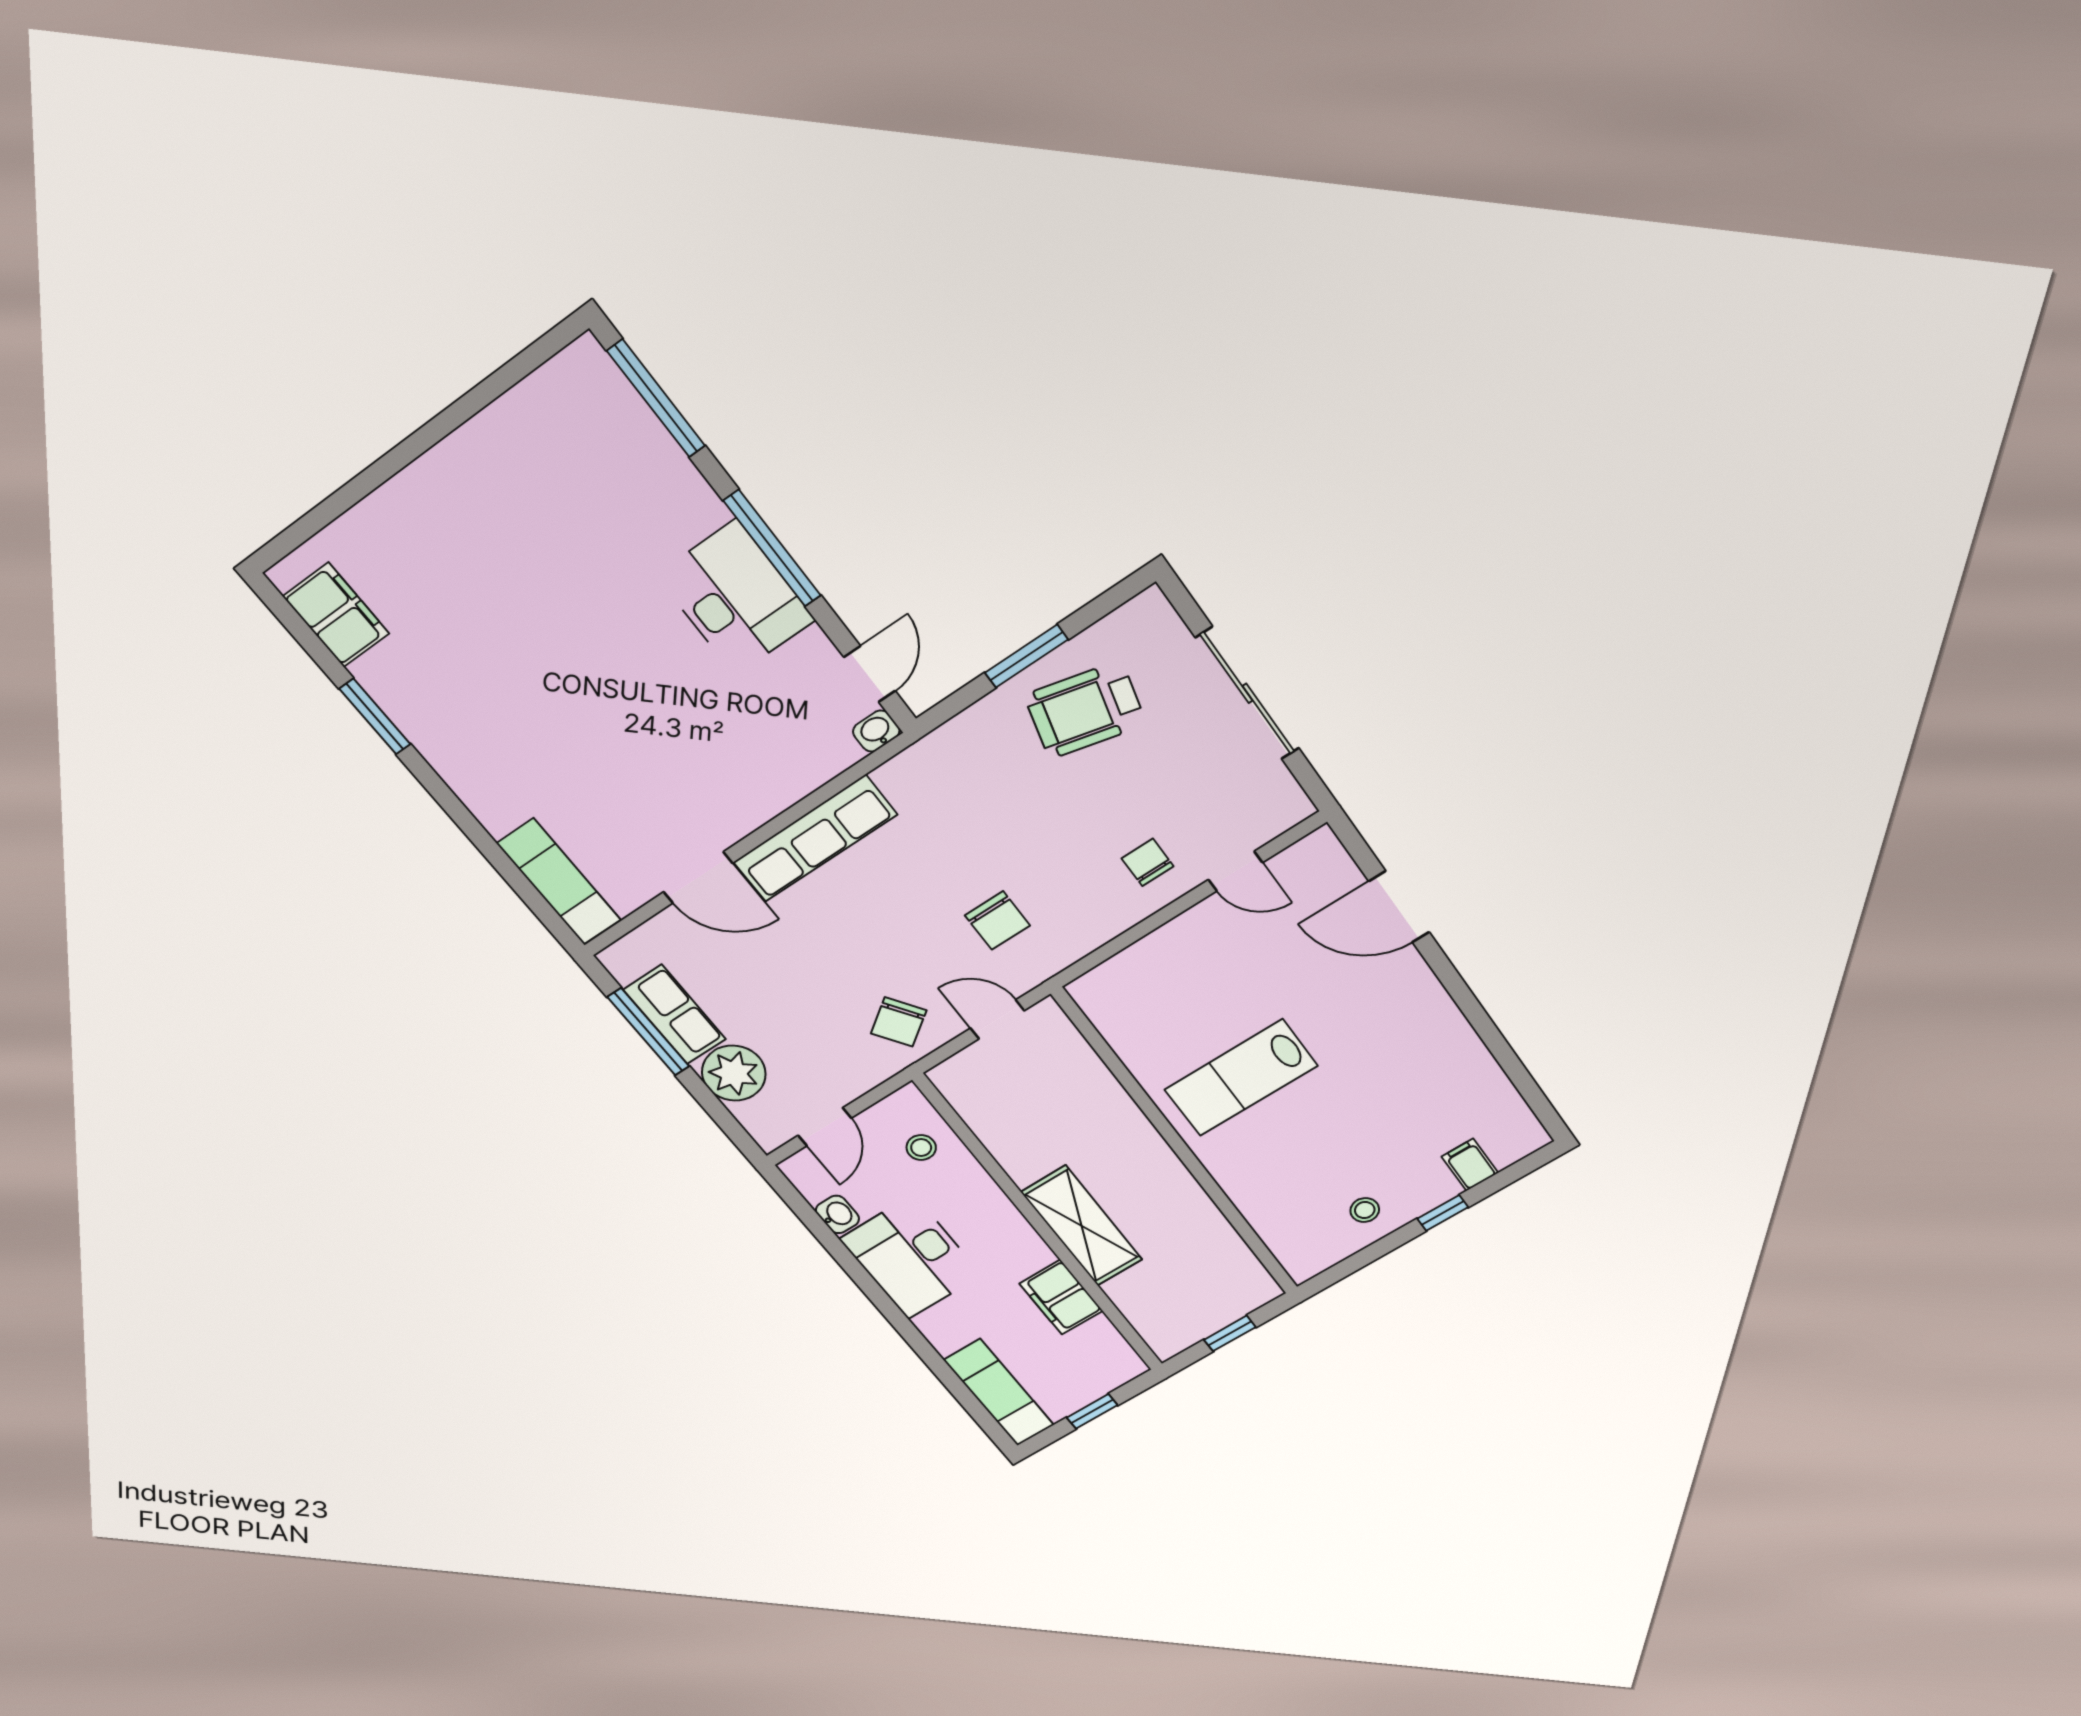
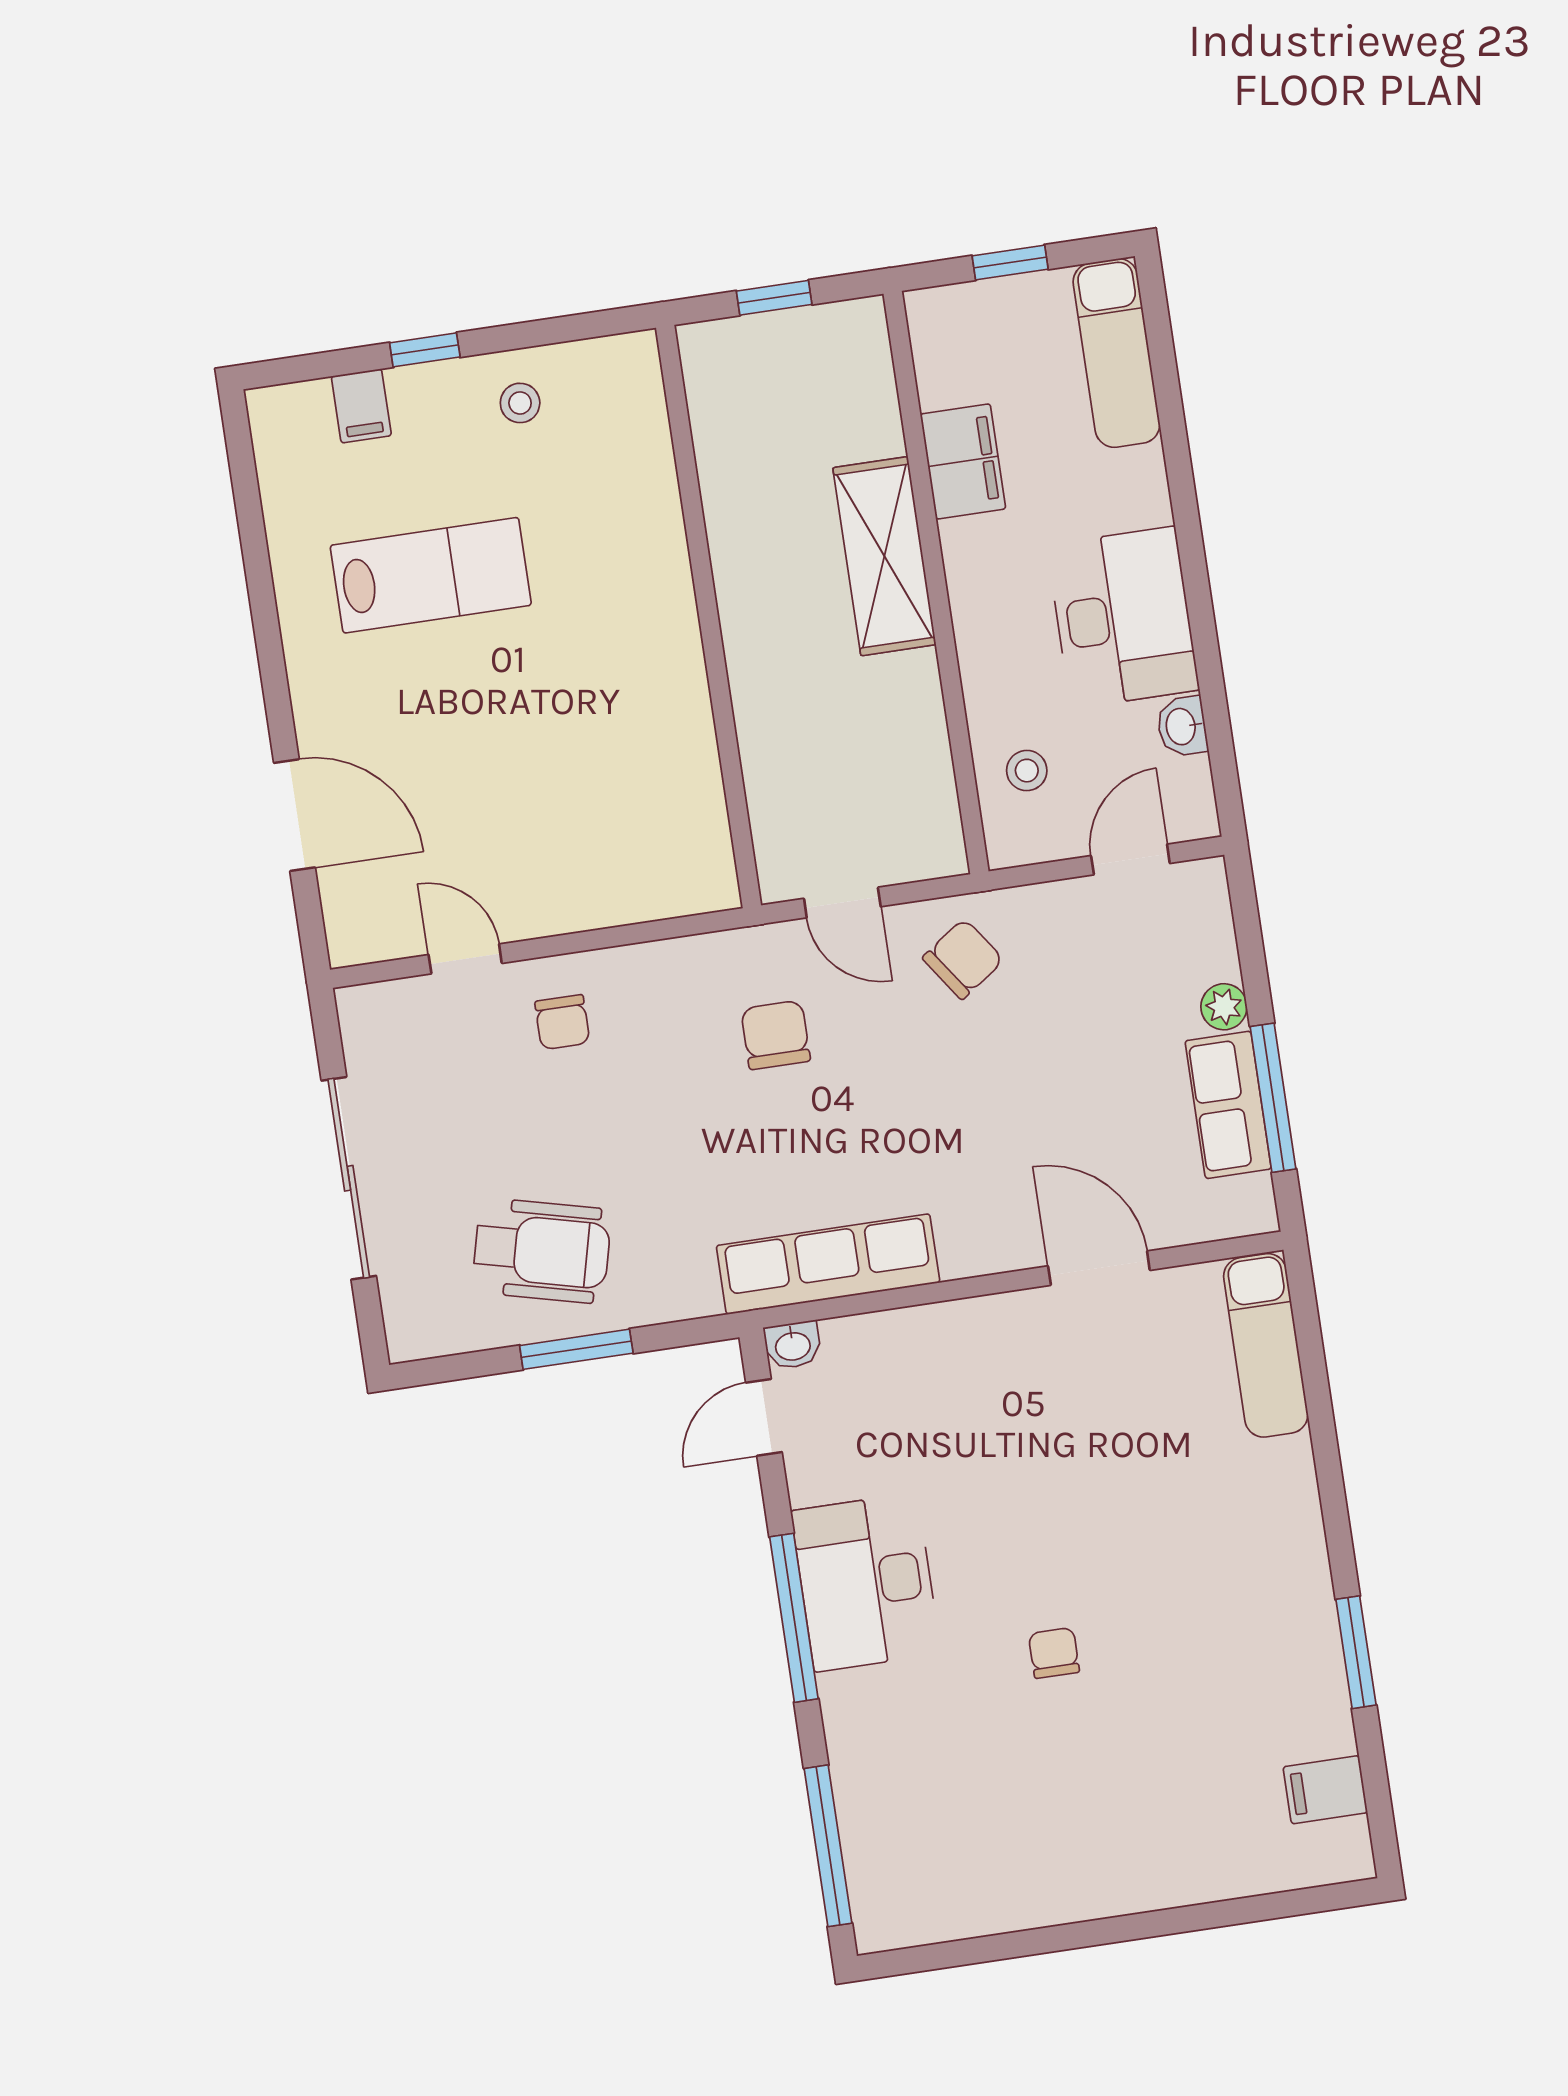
filing cabinet: (336, 615) -> (1325, 1790), width x0.50
chair: (577, 615) -> (1054, 1653), added
row of seats: (815, 839) -> (828, 1264), moved
plant: (734, 1073) -> (1224, 1007), width x0.53, depth x0.53
lab bench: (1241, 1078) -> (431, 575), moved

